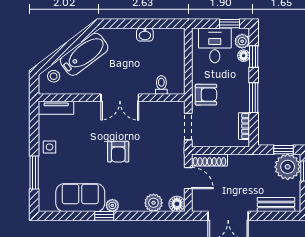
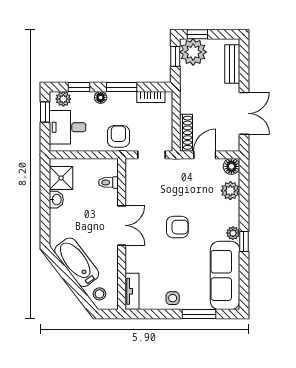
shower: (166, 39) -> (61, 178), added
floor lamp: (244, 56) -> (101, 97), moved
sofa: (80, 198) -> (225, 275), width x1.36

